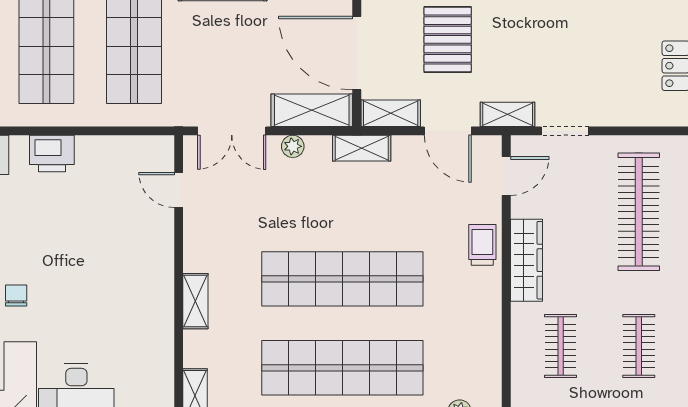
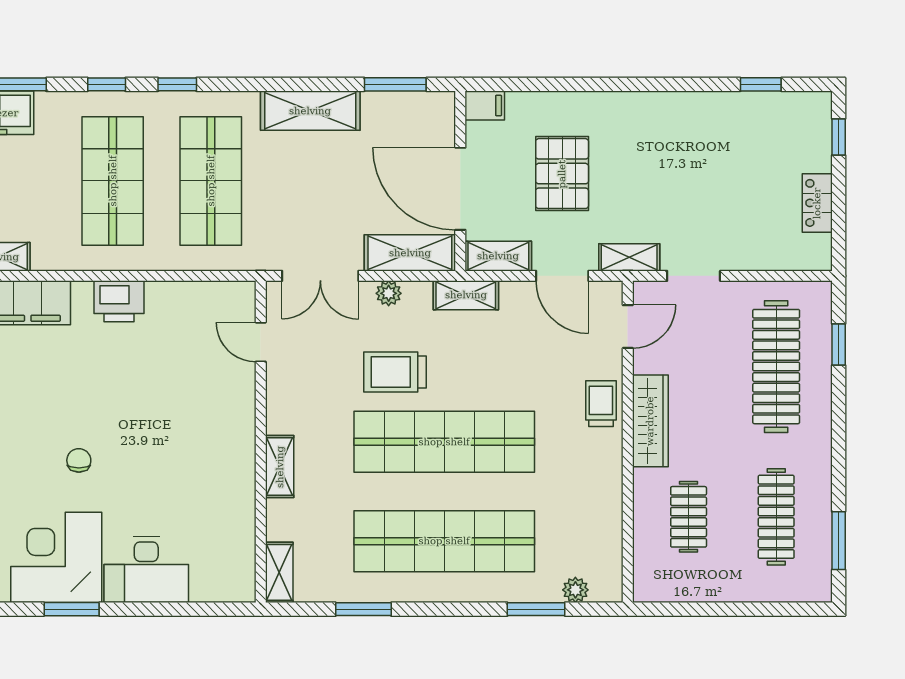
trolley: (299, 217) -> (395, 372), added
clothes rail: (639, 346) -> (776, 517), width x1.36

